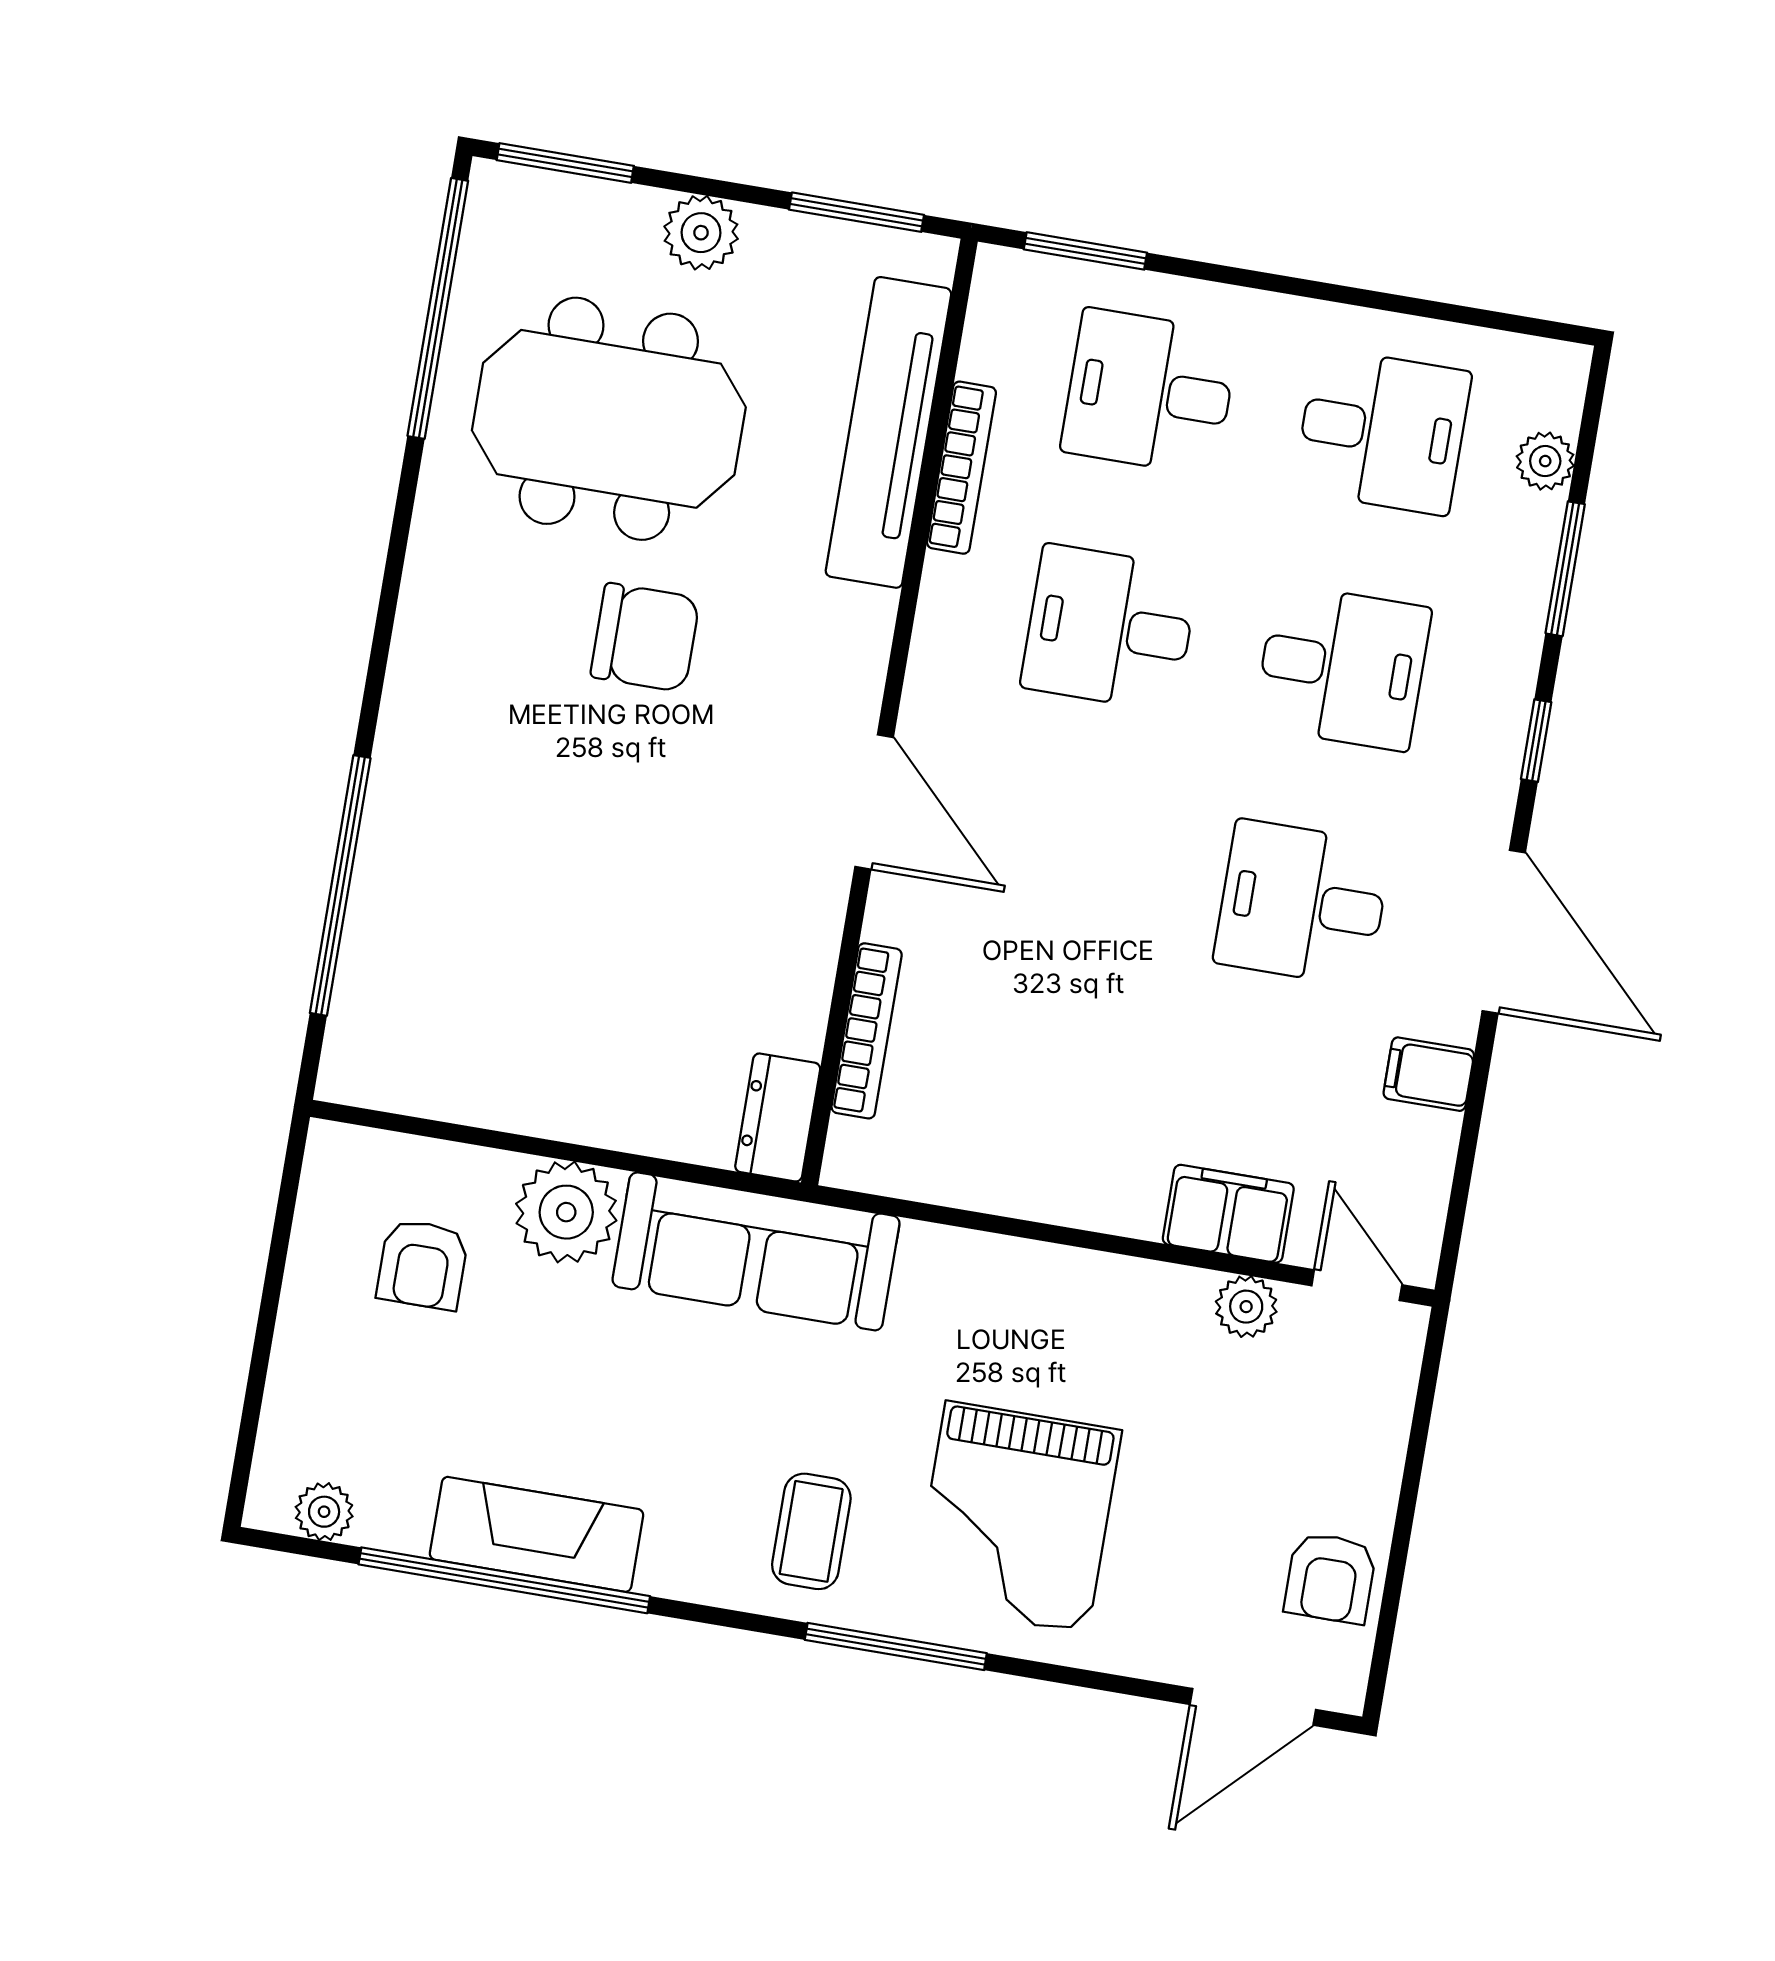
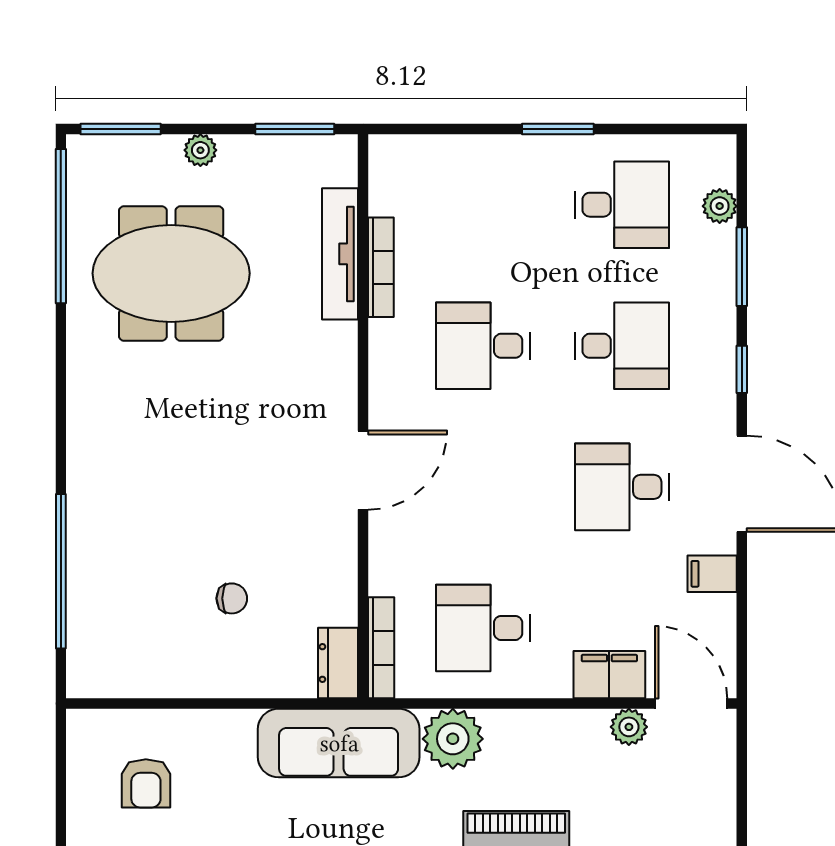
plant: (701, 233) -> (200, 150), width x0.73, depth x0.73
window: (1085, 251) -> (558, 129), moved
desk: (1150, 392) -> (483, 628), moved
tv unit: (888, 432) -> (340, 254), width x0.73, depth x0.78
chair: (645, 637) -> (232, 598), moved, width x0.54, depth x0.54
door: (874, 802) -> (363, 470), hinge flipped
bookcase: (867, 1031) -> (381, 648), moved
plant: (566, 1212) -> (453, 739), moved
door: (1357, 1285) -> (691, 704), width x1.37

